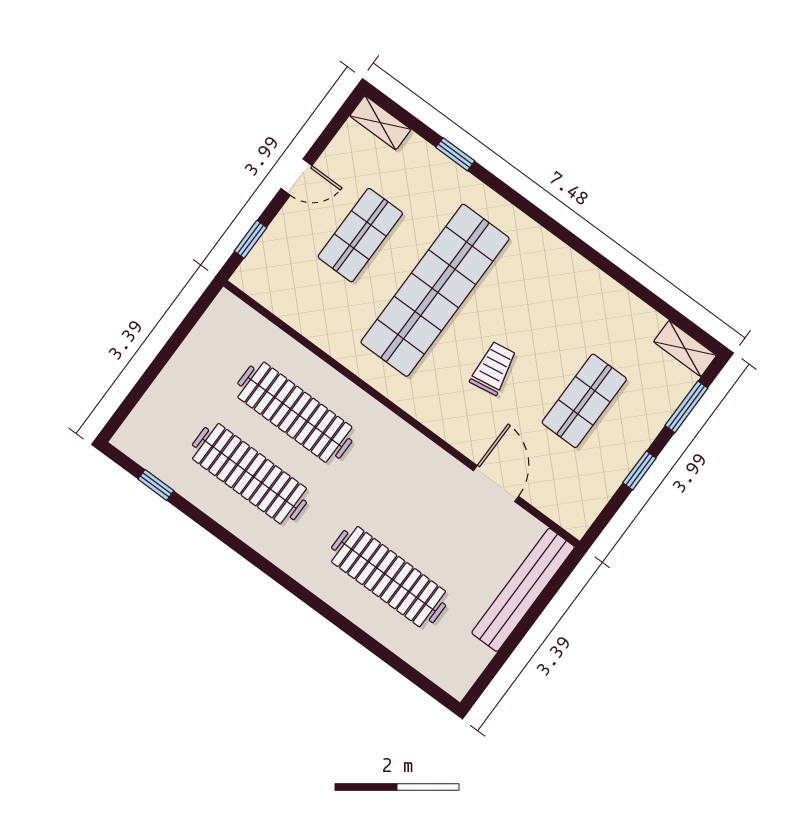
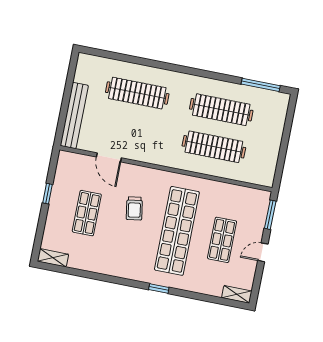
window: (455, 154) -> (159, 289), moved
window: (250, 239) -> (270, 215), width x1.50
window: (686, 407) -> (40, 232), removed
window: (156, 485) -> (261, 85), width x2.17

